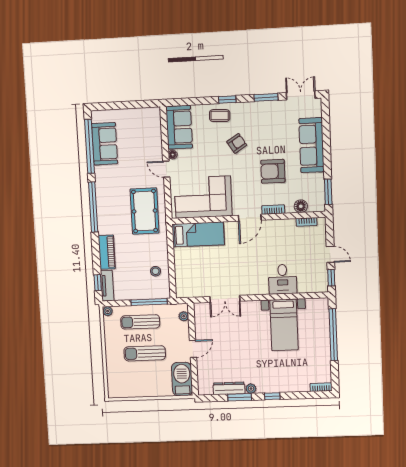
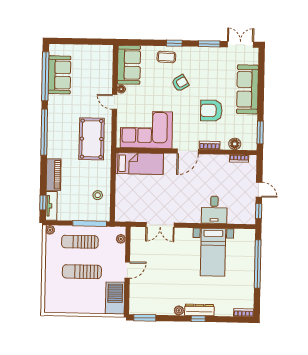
dresser: (229, 388) -> (199, 310), moved
window: (240, 397) -> (145, 318), moved

